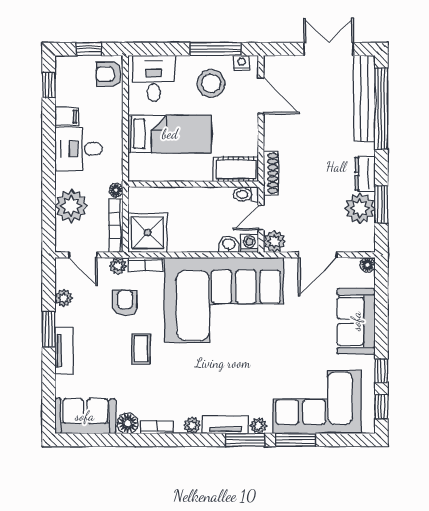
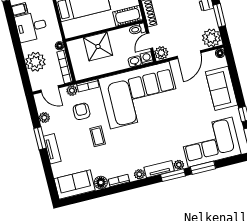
plant: (360, 208) -> (211, 38), moved
shower: (148, 233) -> (98, 46), moved

